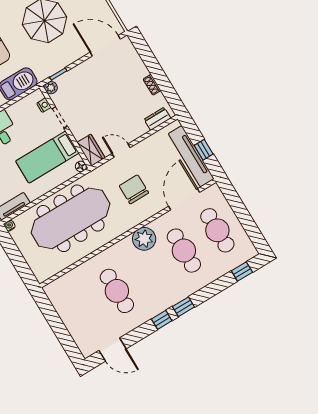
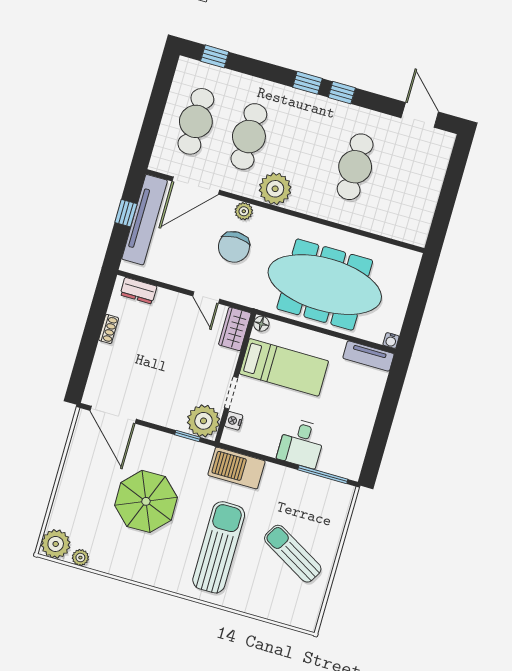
plant: (51, 88) -> (203, 421), width x1.87, depth x1.87
plant: (148, 212) -> (244, 211), added

